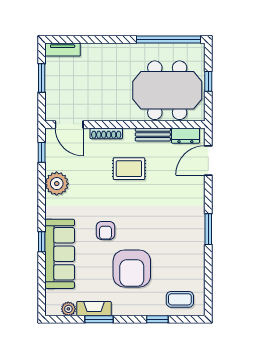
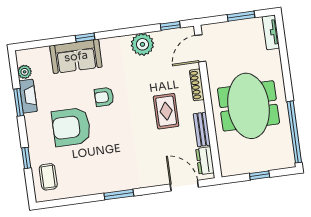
meeting table: (167, 90) -> (249, 106), moved
sofa: (60, 254) -> (76, 56), width x0.73

